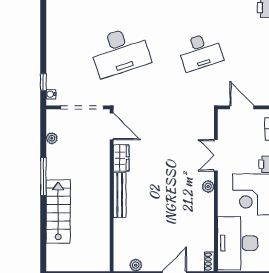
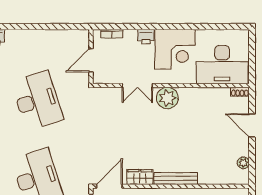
desk: (200, 52) -> (37, 101), width x1.36, depth x1.30
plant: (208, 187) -> (167, 98), width x1.88, depth x1.88

